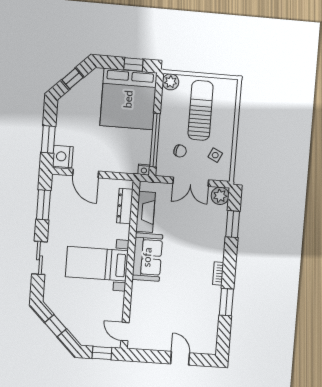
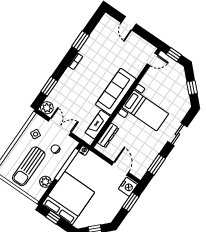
plant: (171, 82) -> (45, 182), moved
sofa: (147, 257) -> (116, 92), width x1.36
door: (125, 332) -> (152, 59), hinge flipped

